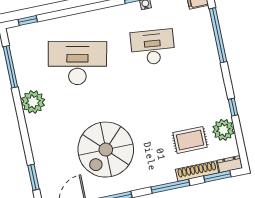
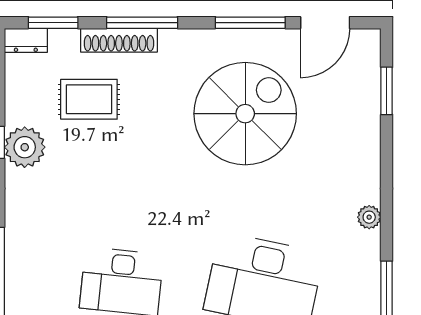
plant: (33, 102) -> (369, 217), width x0.53, depth x0.53
plant: (223, 130) -> (25, 147), moved
shoe rack: (197, 171) -> (119, 40), moved

